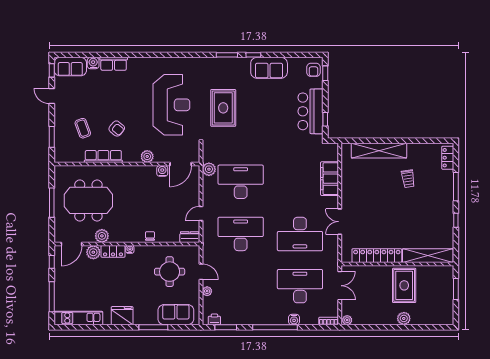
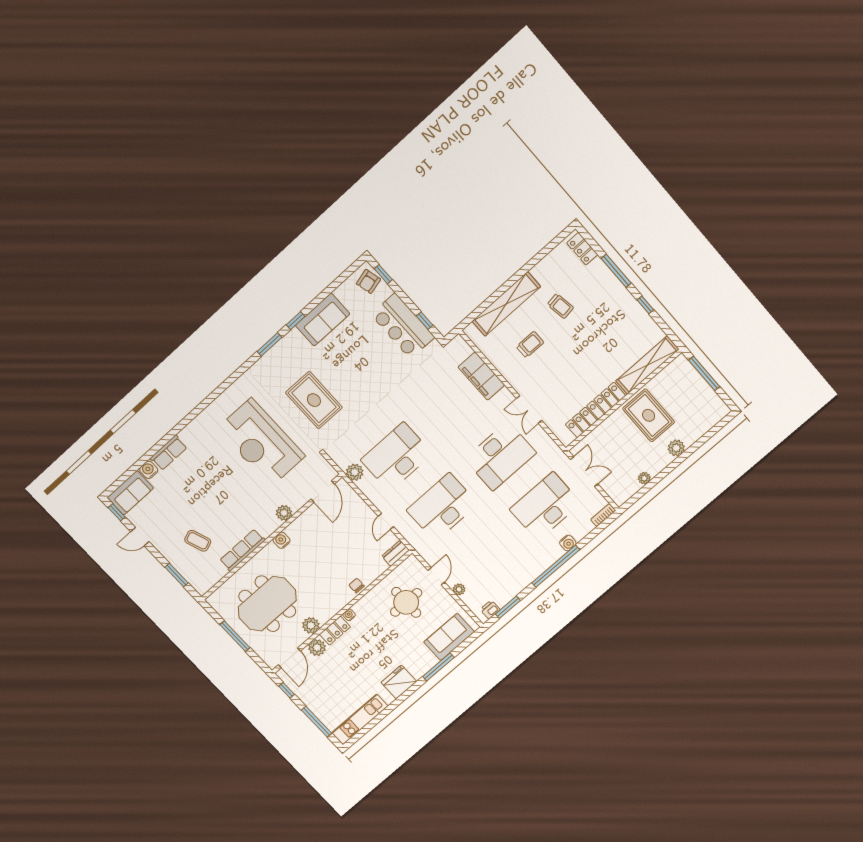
armchair: (313, 70) -> (368, 281), turned 76
reception desk: (171, 105) -> (261, 442), turned 180
armchair: (117, 129) -> (230, 512), removed
water cooler: (162, 171) -> (282, 540), moved
trolley: (372, 185) -> (530, 345), added
door: (201, 272) -> (436, 576), hinge flipped
window: (456, 289) -> (704, 373), width x1.44
plant: (347, 320) -> (644, 478), moved

